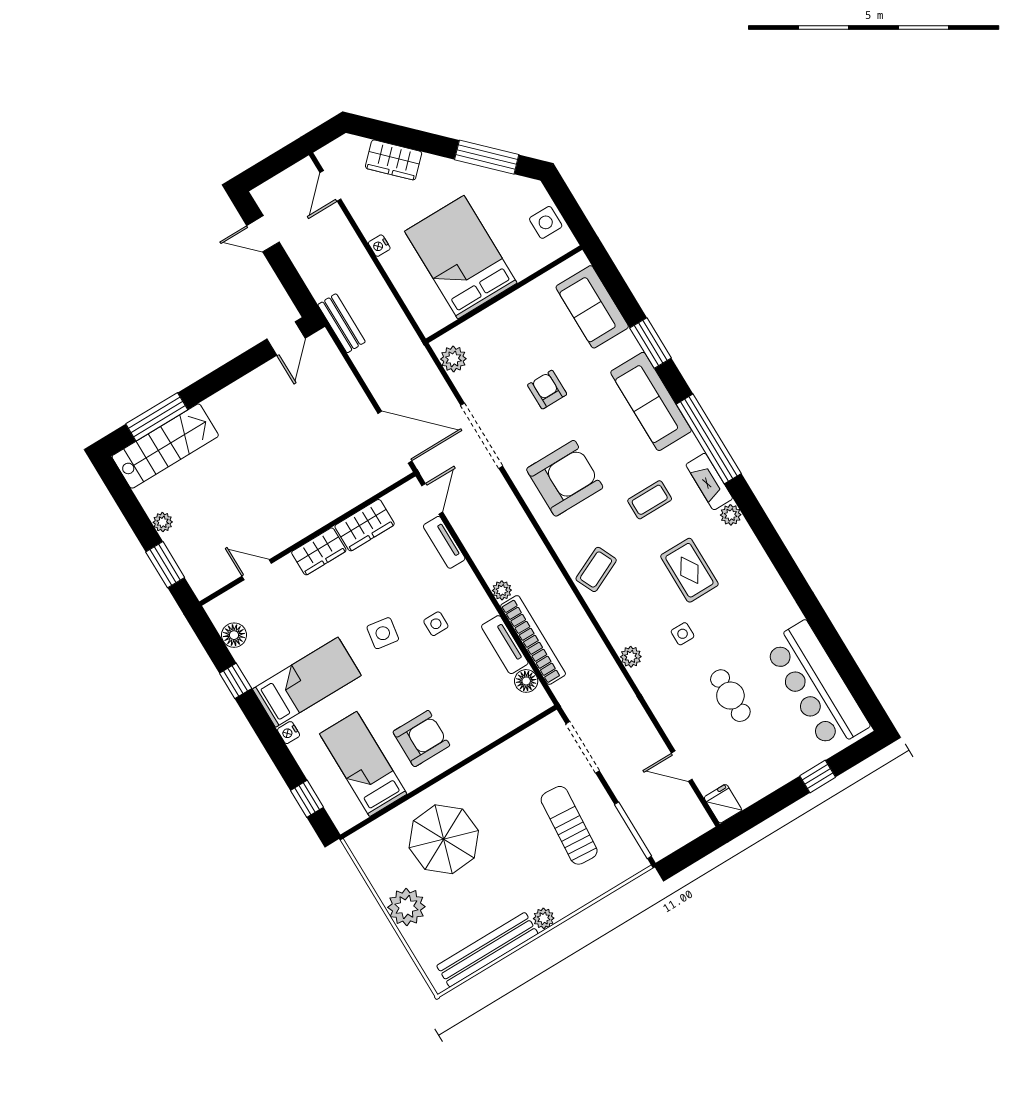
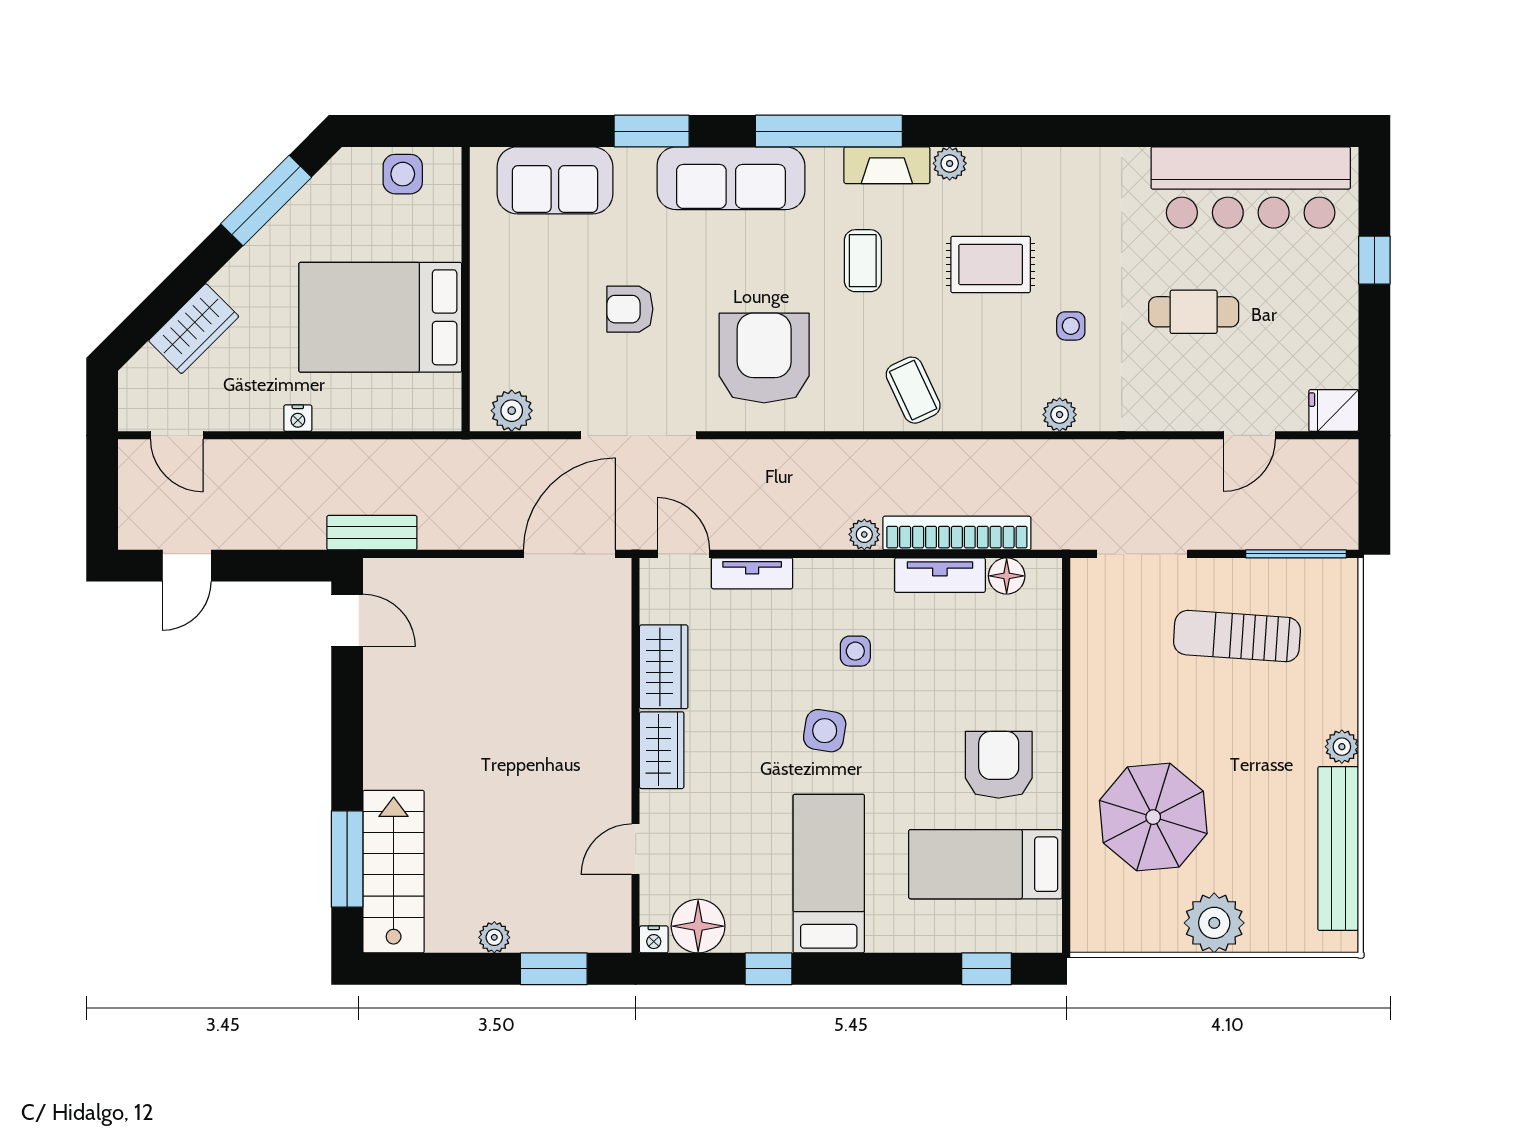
floor lamp: (234, 635) -> (698, 926), width x1.38, depth x1.38
nightstand: (289, 733) -> (654, 939), moved

